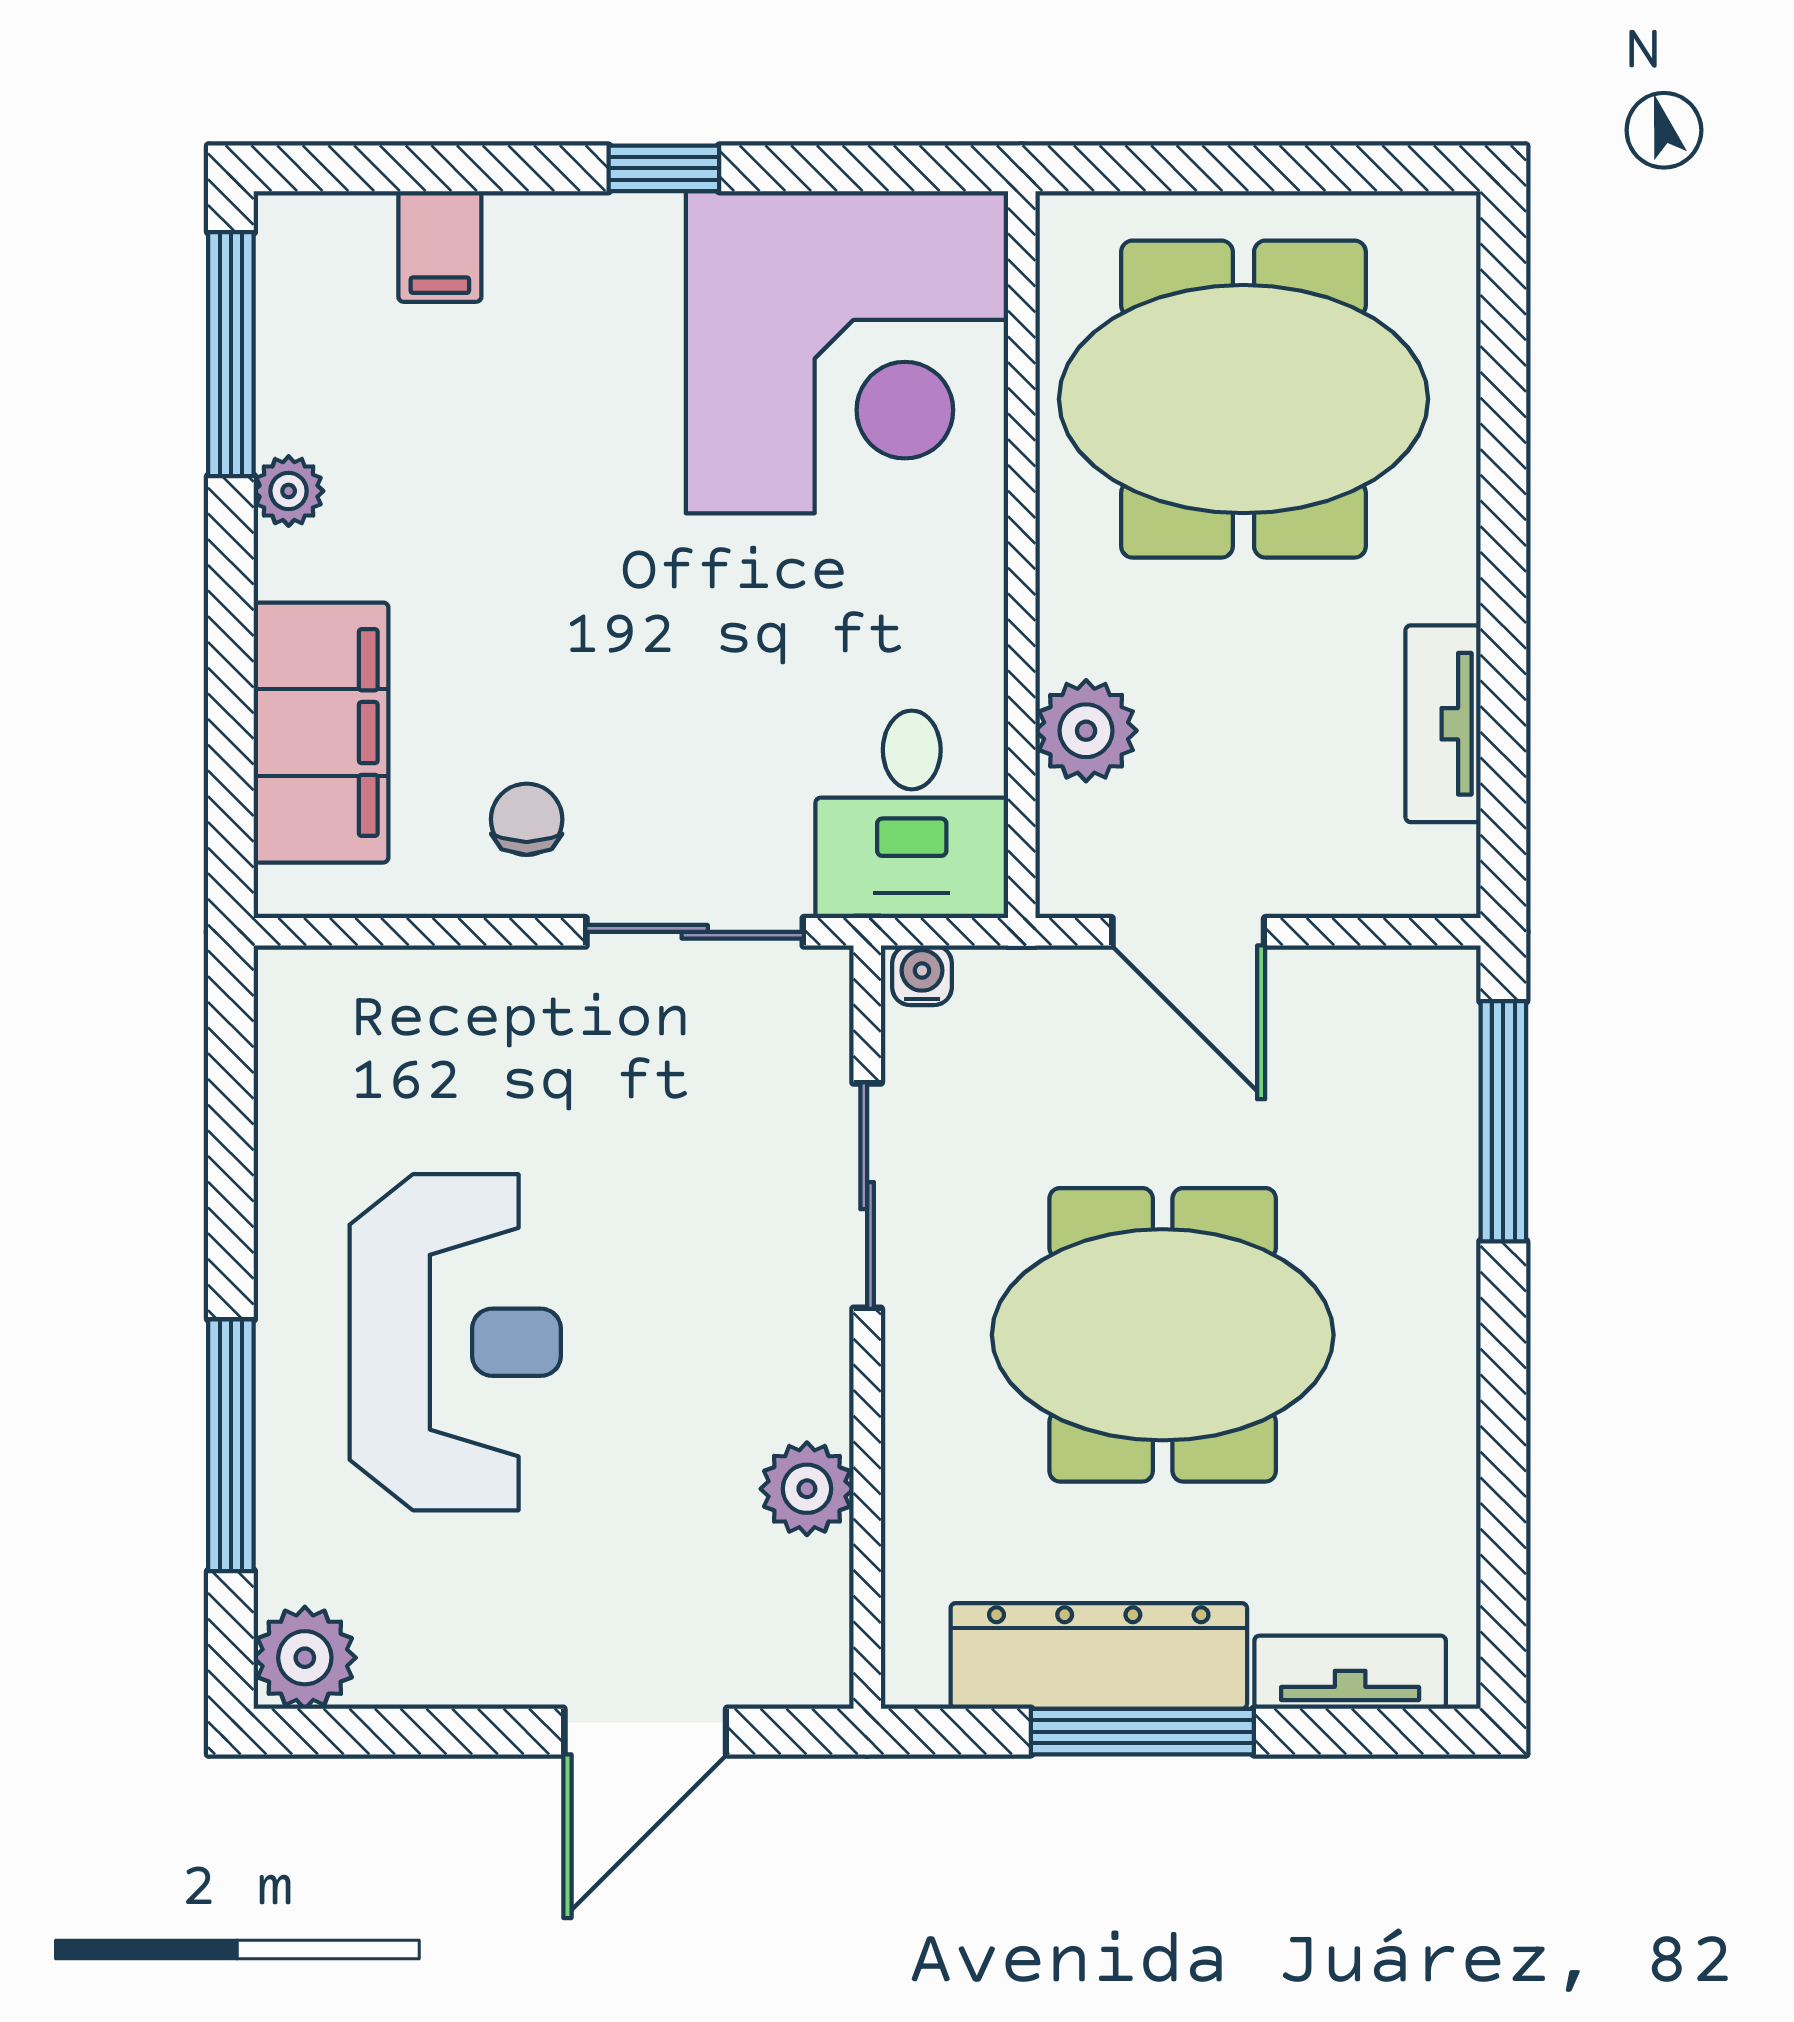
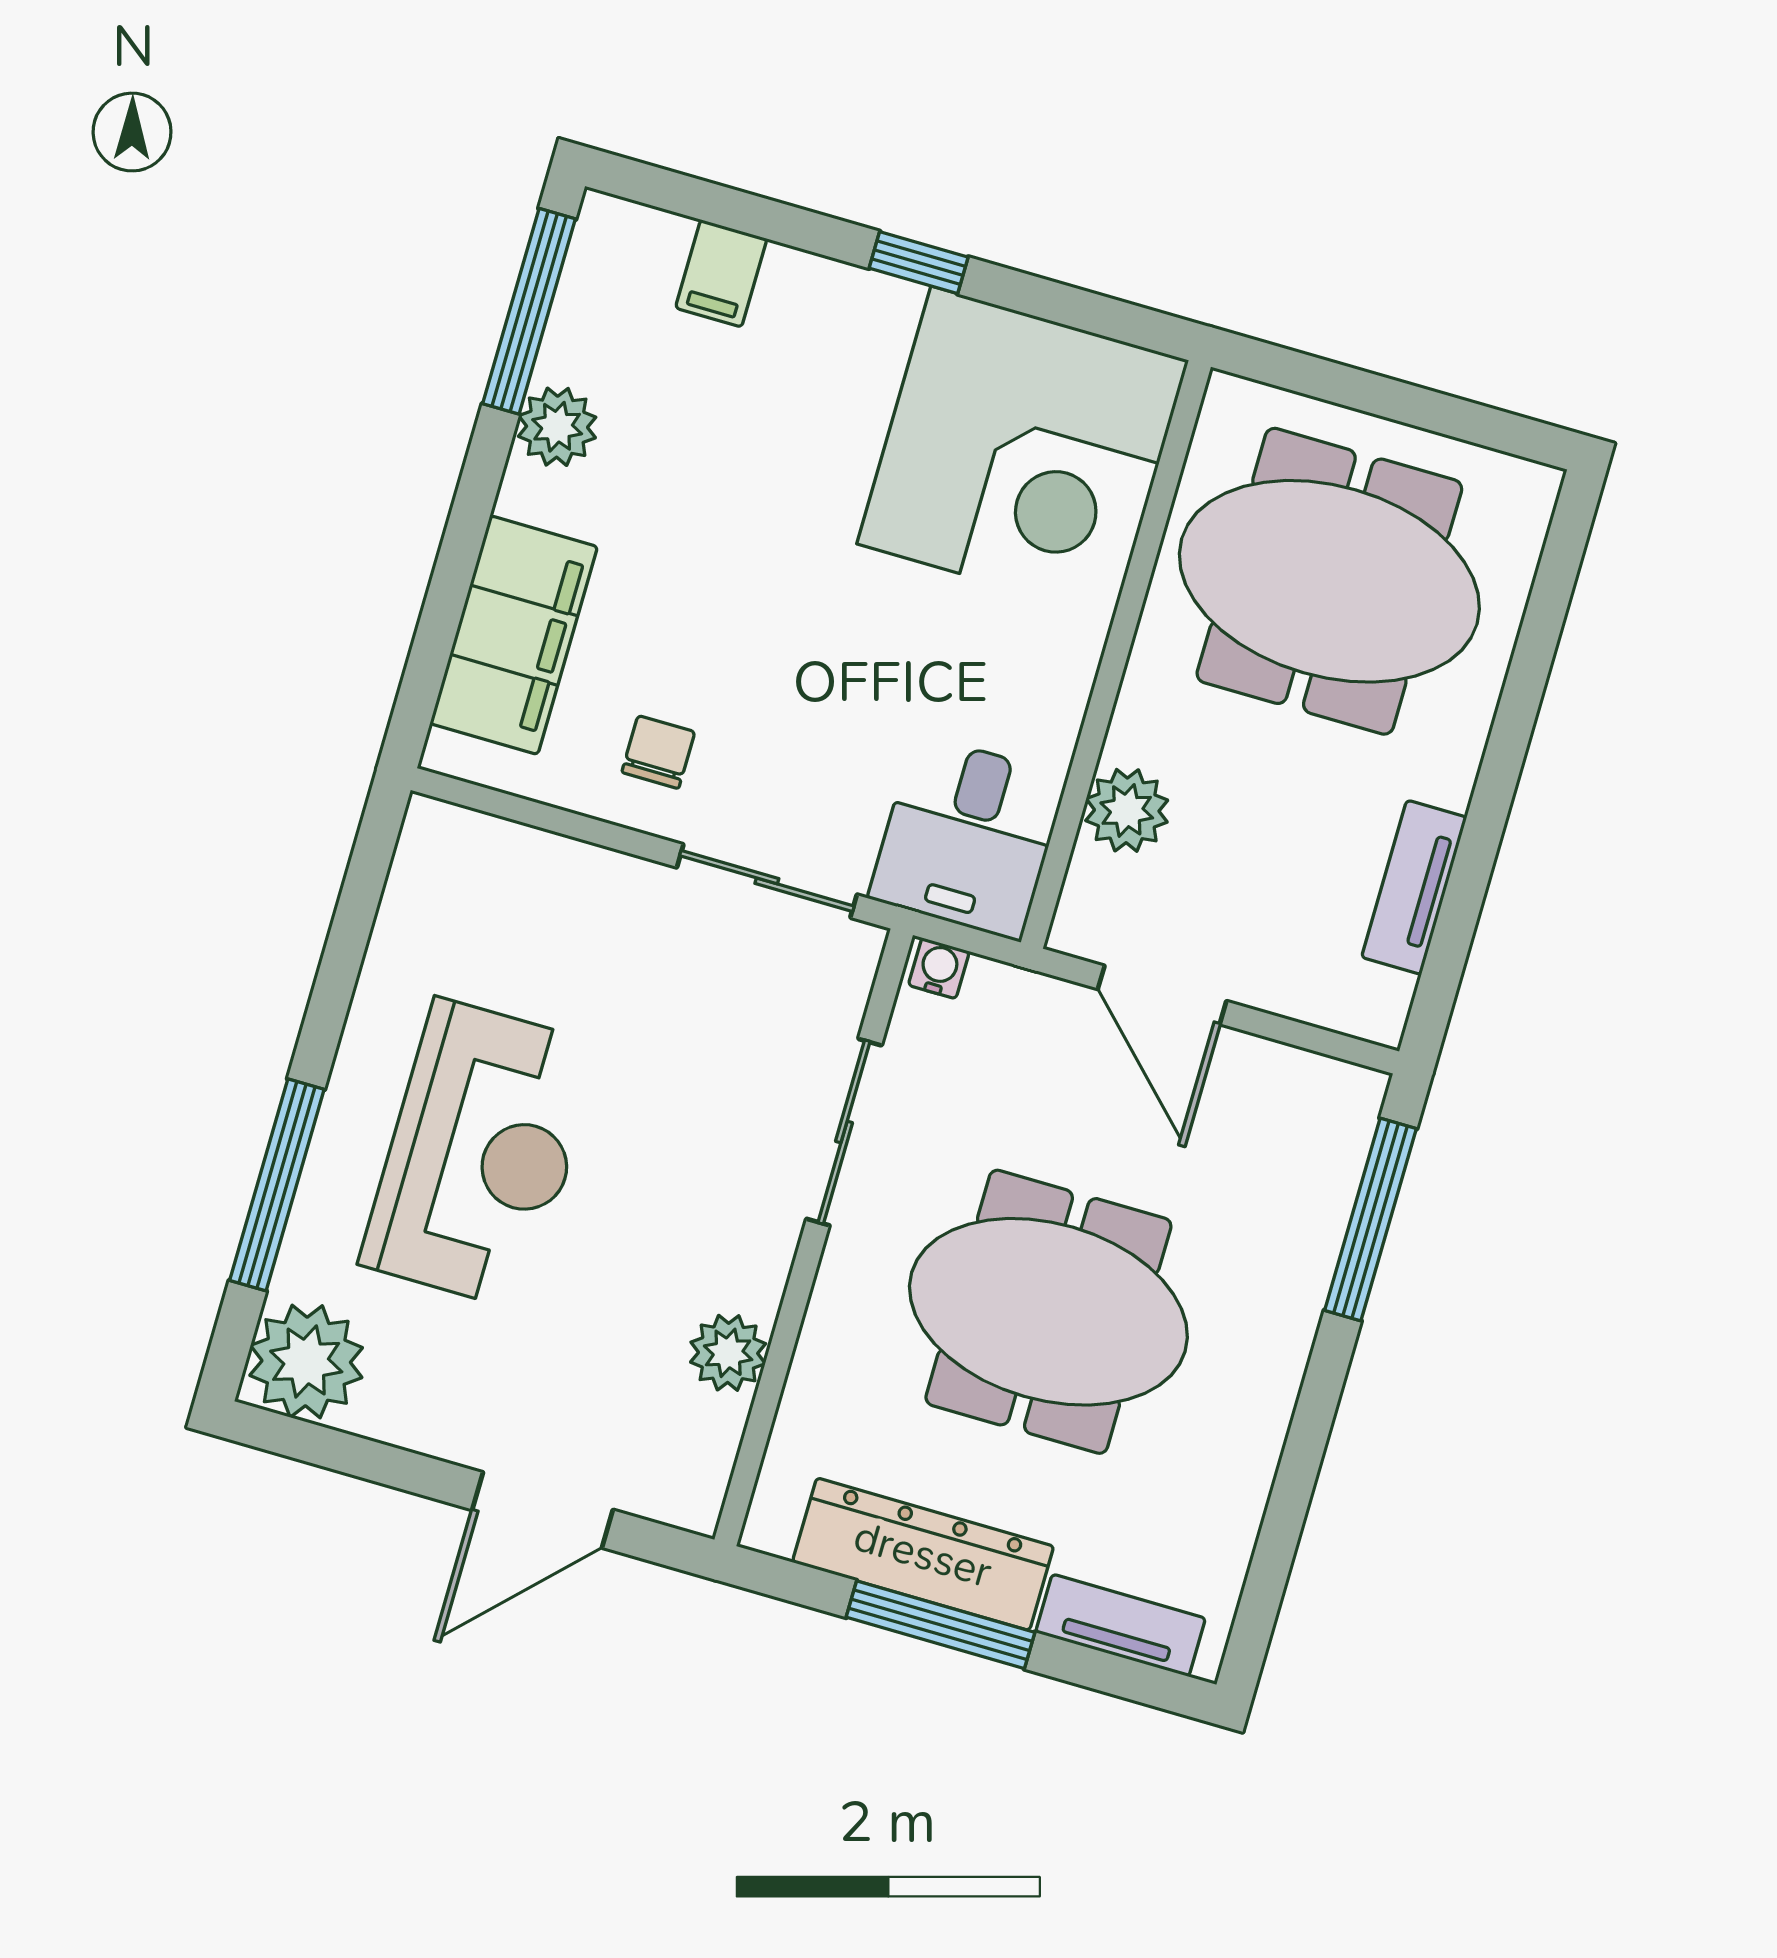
plant: (289, 491) -> (557, 427), width x1.38, depth x1.38
plant: (305, 1658) -> (306, 1361), width x1.36, depth x1.36

